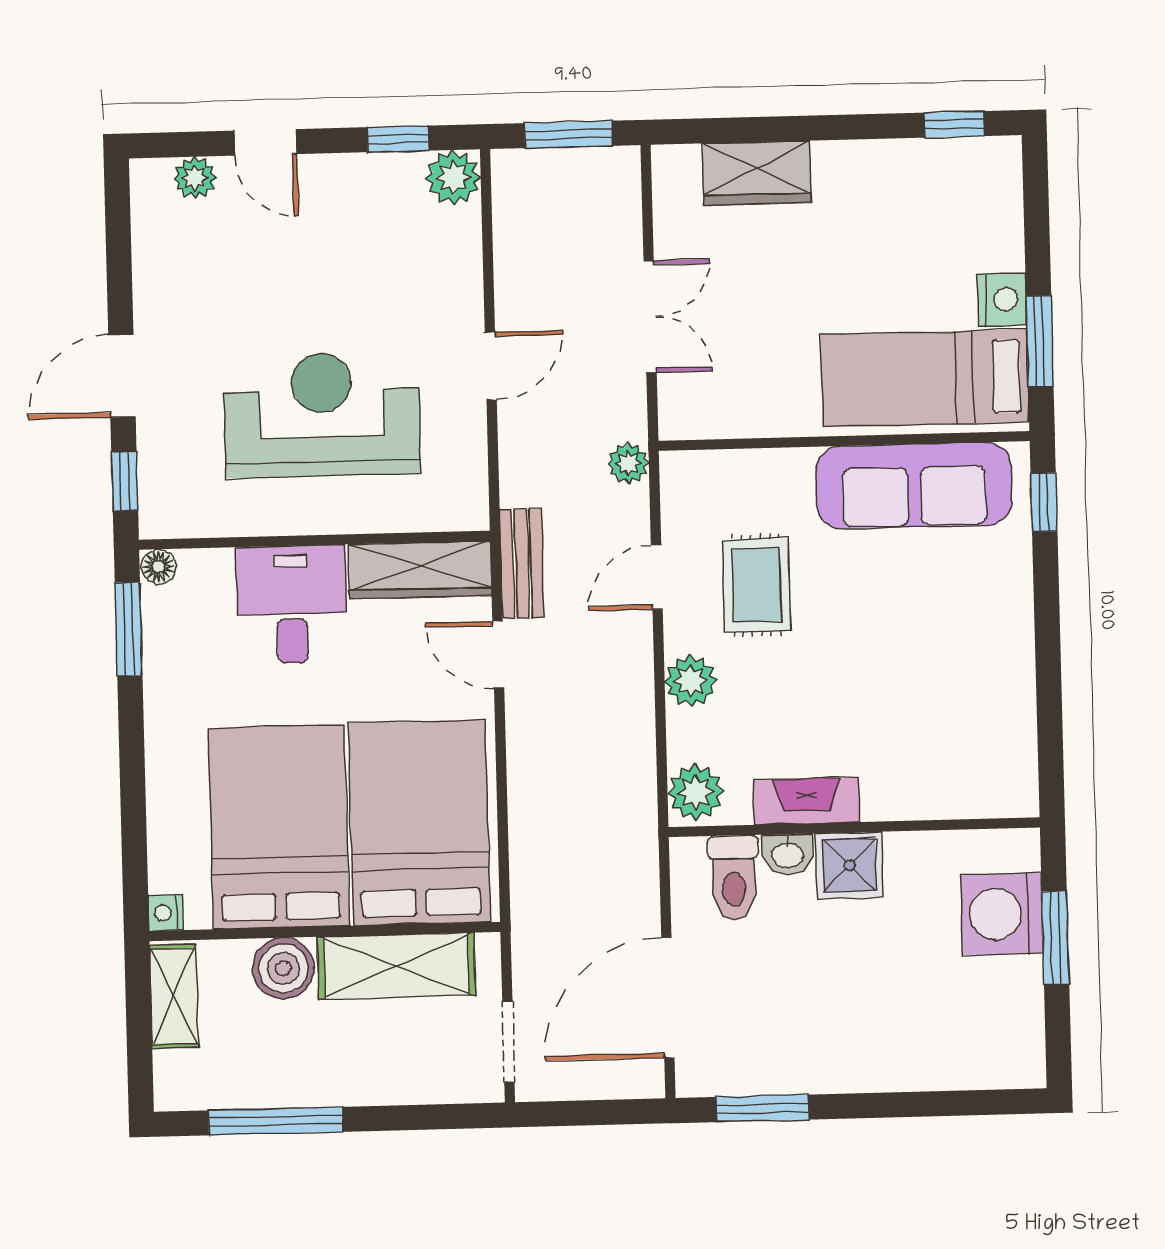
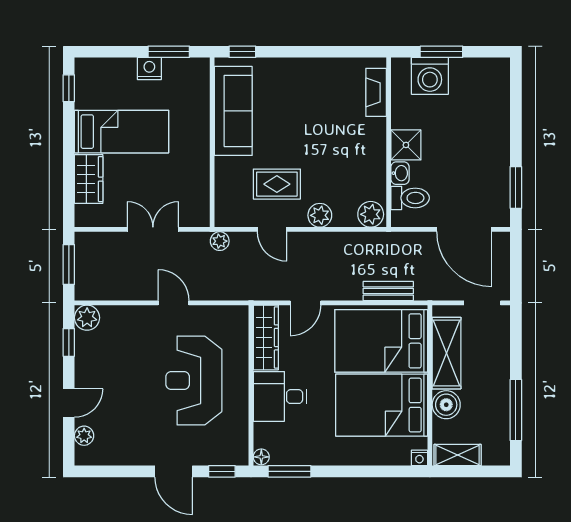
bed: (925, 378) -> (122, 132), moved, turned -90
bench: (522, 564) -> (388, 291), moved
fireplace: (807, 801) -> (376, 92), moved

